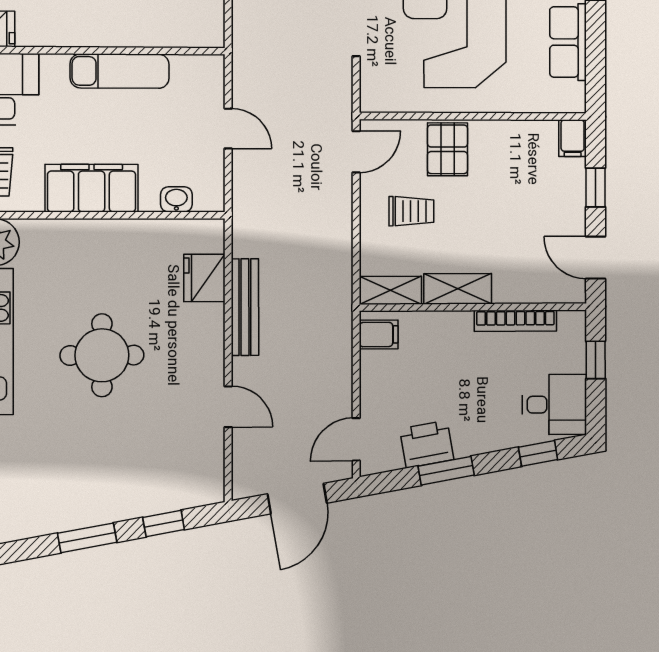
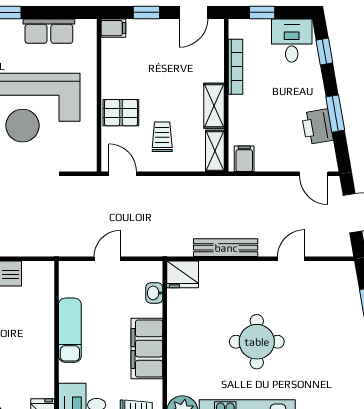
fridge: (204, 278) -> (183, 274), moved

